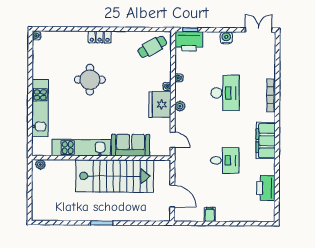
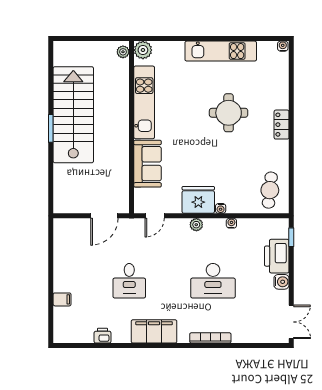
printer: (189, 41) -> (277, 256), moved
cafe table: (152, 47) -> (270, 190), turned 36
kitchen unit: (40, 108) -> (221, 51), moved
plant: (39, 148) -> (143, 50), added
stairs: (115, 176) -> (73, 115), moved, turned 180
printer: (266, 188) -> (103, 336), width x0.53, depth x0.68
door: (172, 196) -> (104, 216), moved
filing cabinet: (210, 214) -> (62, 299), moved

